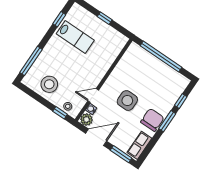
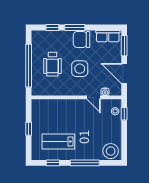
lab bench: (75, 37) -> (58, 141), turned -90
window: (31, 61) -> (85, 163), moved
wheelchair: (148, 79) -> (52, 64), added
stool: (49, 84) -> (111, 151), moved
plant: (86, 120) -> (116, 90), removed

